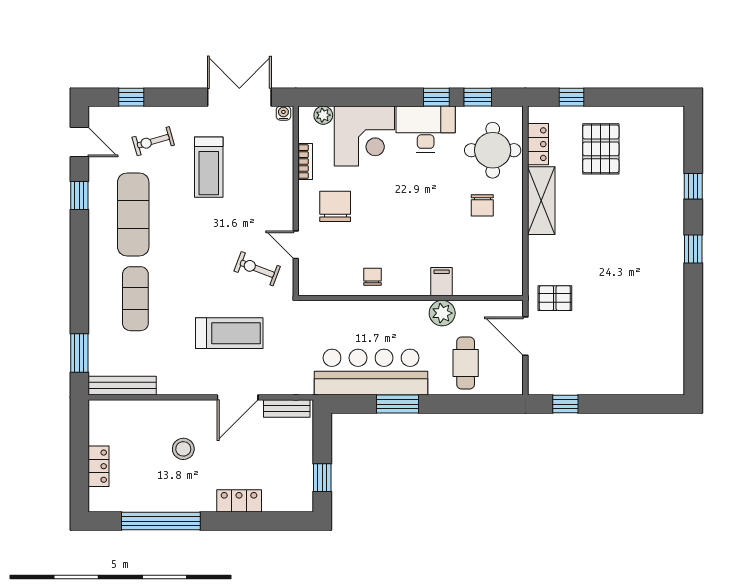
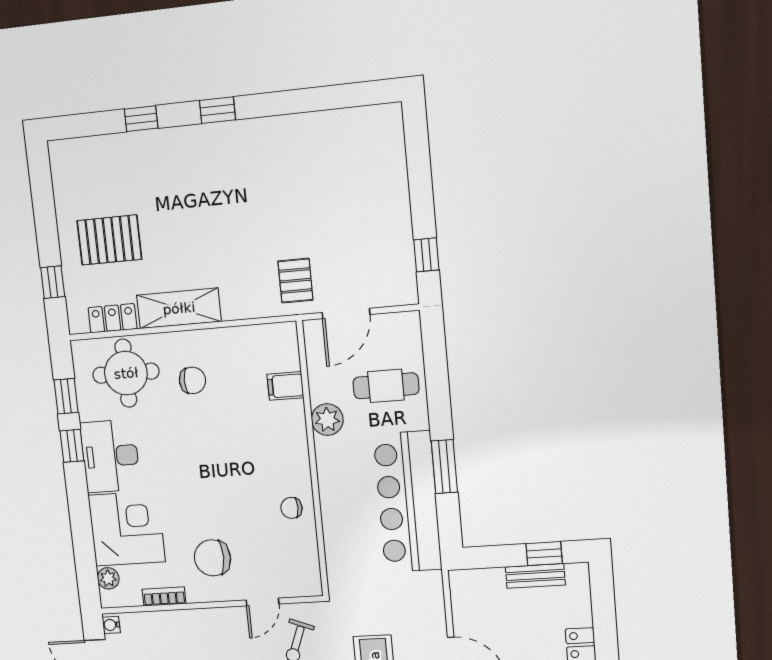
filing cabinet: (442, 282) -> (285, 386), moved
bench: (287, 408) -> (535, 576), moved, turned 90

